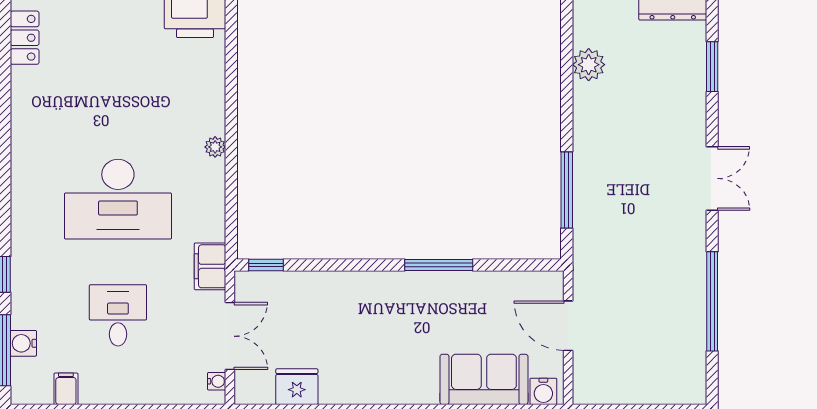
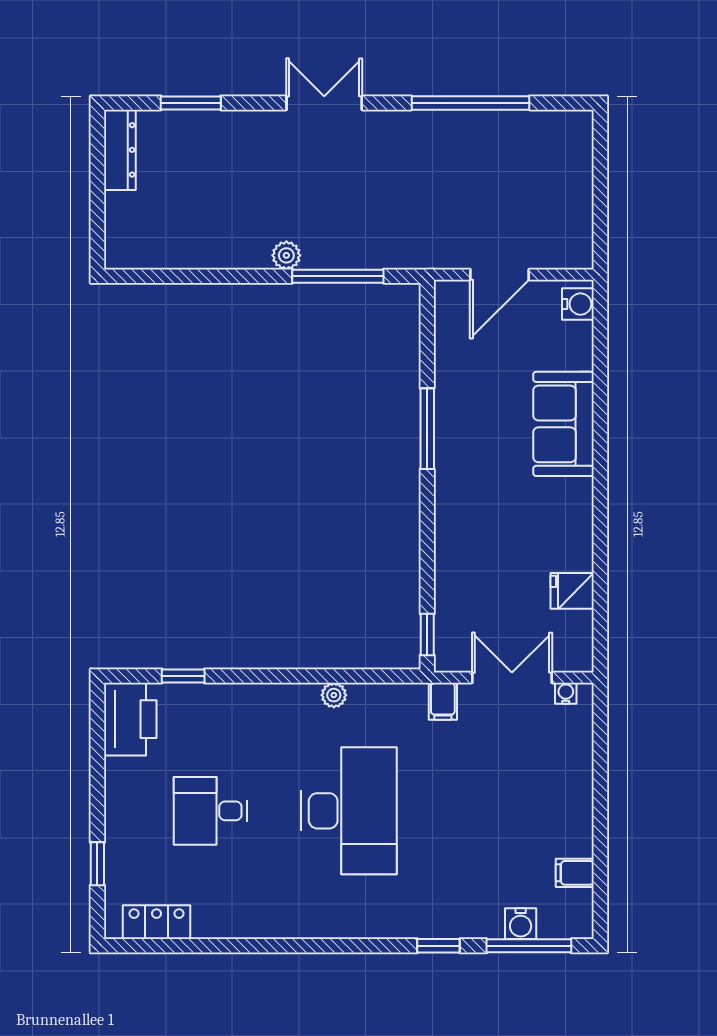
window: (231, 60) -> (183, 676), added
plant: (589, 65) -> (286, 255), moved, width x0.73, depth x0.73
plant: (215, 147) -> (334, 695), moved
filing cabinet: (210, 266) -> (443, 701), width x0.50
desk: (118, 315) -> (211, 811), moved
sofa: (484, 379) -> (564, 424), moved
fridge: (297, 387) -> (572, 591), width x0.72

